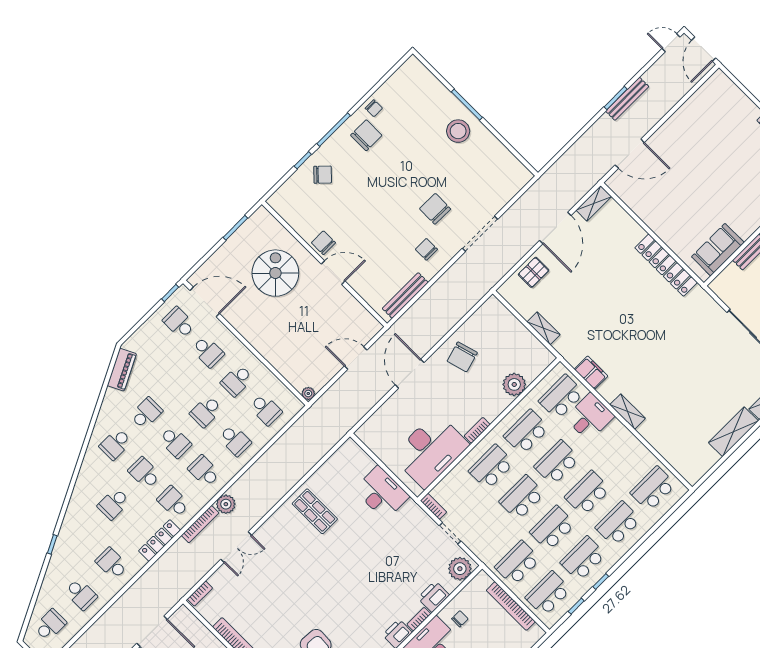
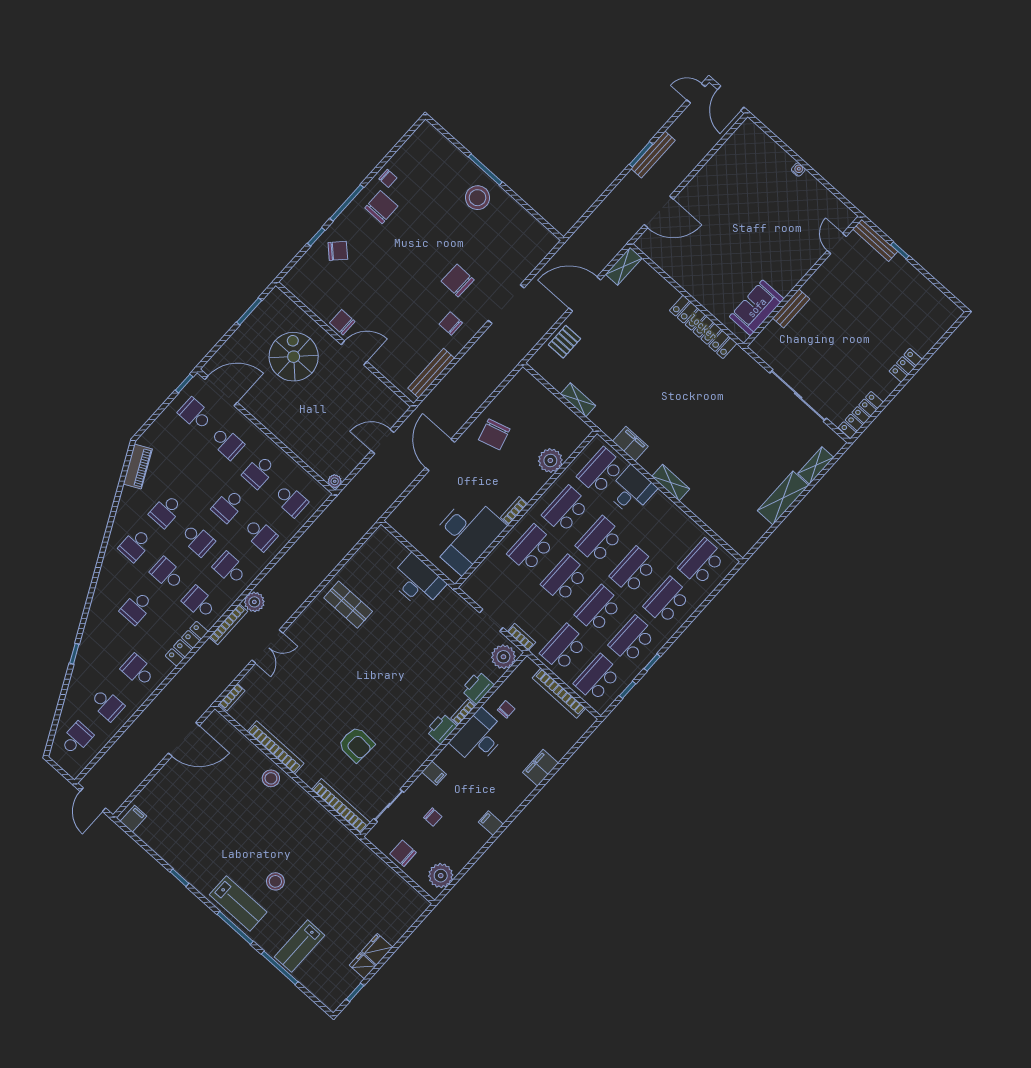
door: (555, 228) -> (585, 294), swing flipped
school desk: (146, 413) -> (166, 511), turned 180
bookcase: (433, 506) -> (521, 637), moved

